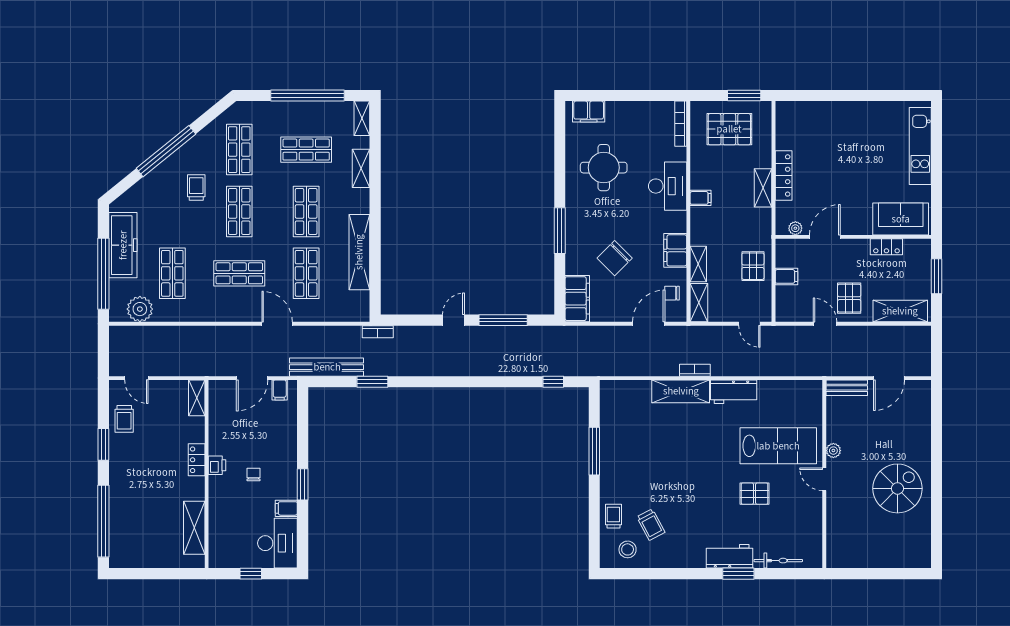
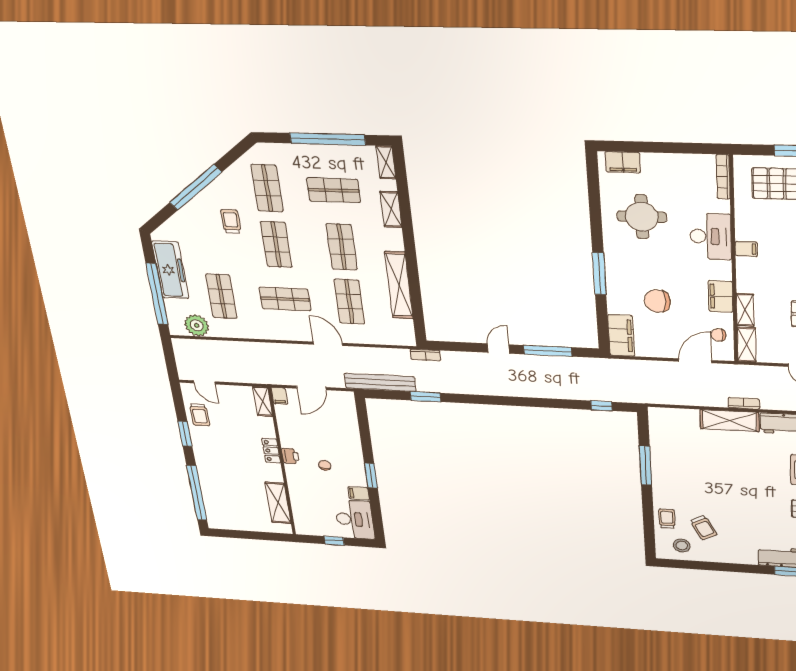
chair: (615, 258) -> (657, 301), turned 45
filing cabinet: (280, 390) -> (279, 396), moved

